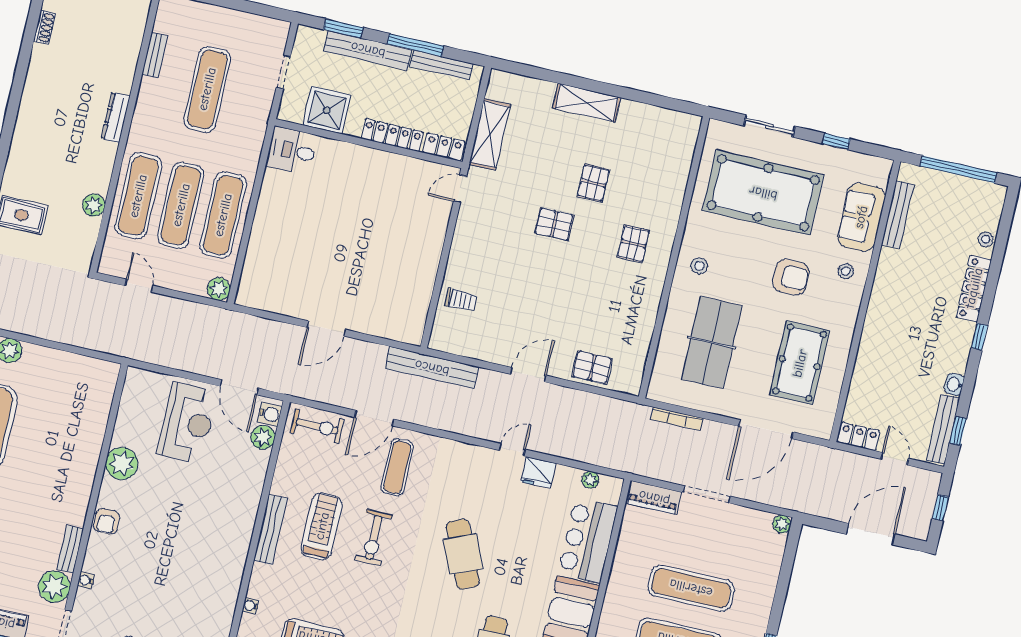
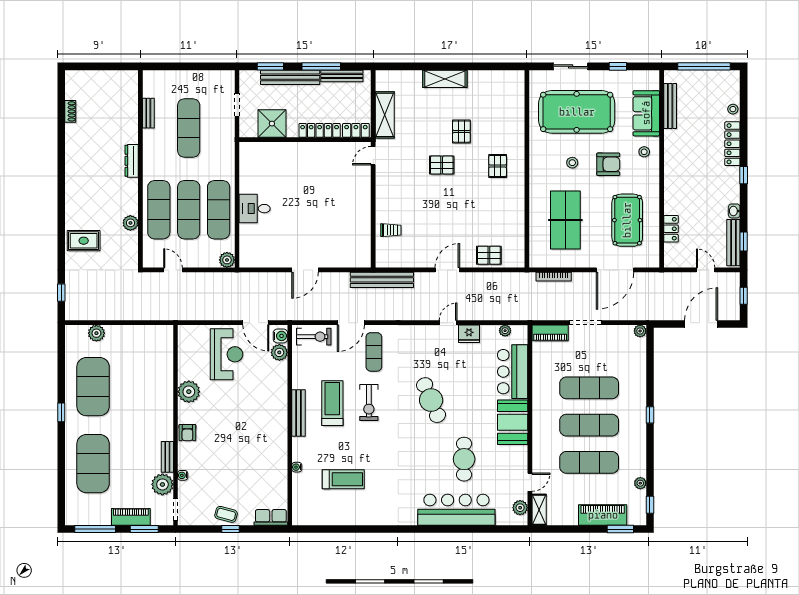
desk: (292, 151) -> (255, 209), moved
stool: (699, 266) -> (572, 163), moved
locker: (859, 436) -> (671, 229), moved, turned 90

